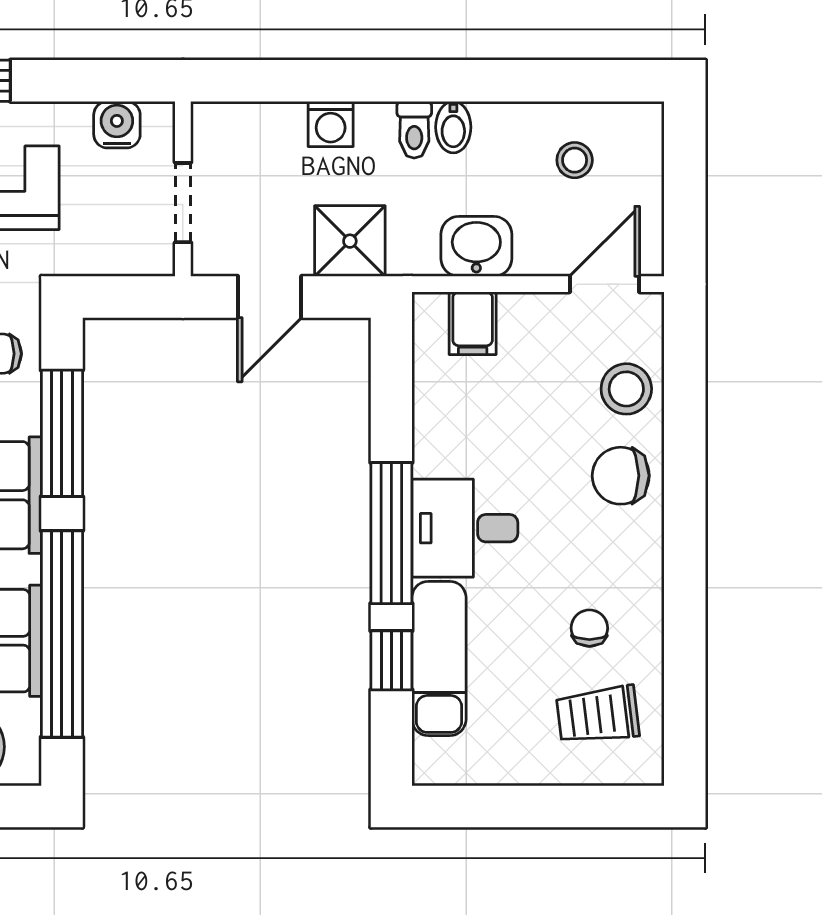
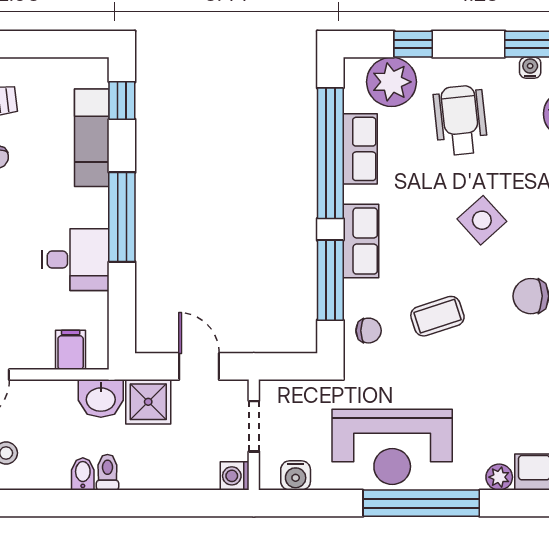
washing machine: (331, 124) -> (235, 476), moved, turned -90
washbasin: (476, 246) -> (101, 398), moved
door: (270, 297) -> (199, 366), hinge flipped
desk: (465, 528) -> (75, 260), moved
window: (391, 660) -> (122, 101), moved

